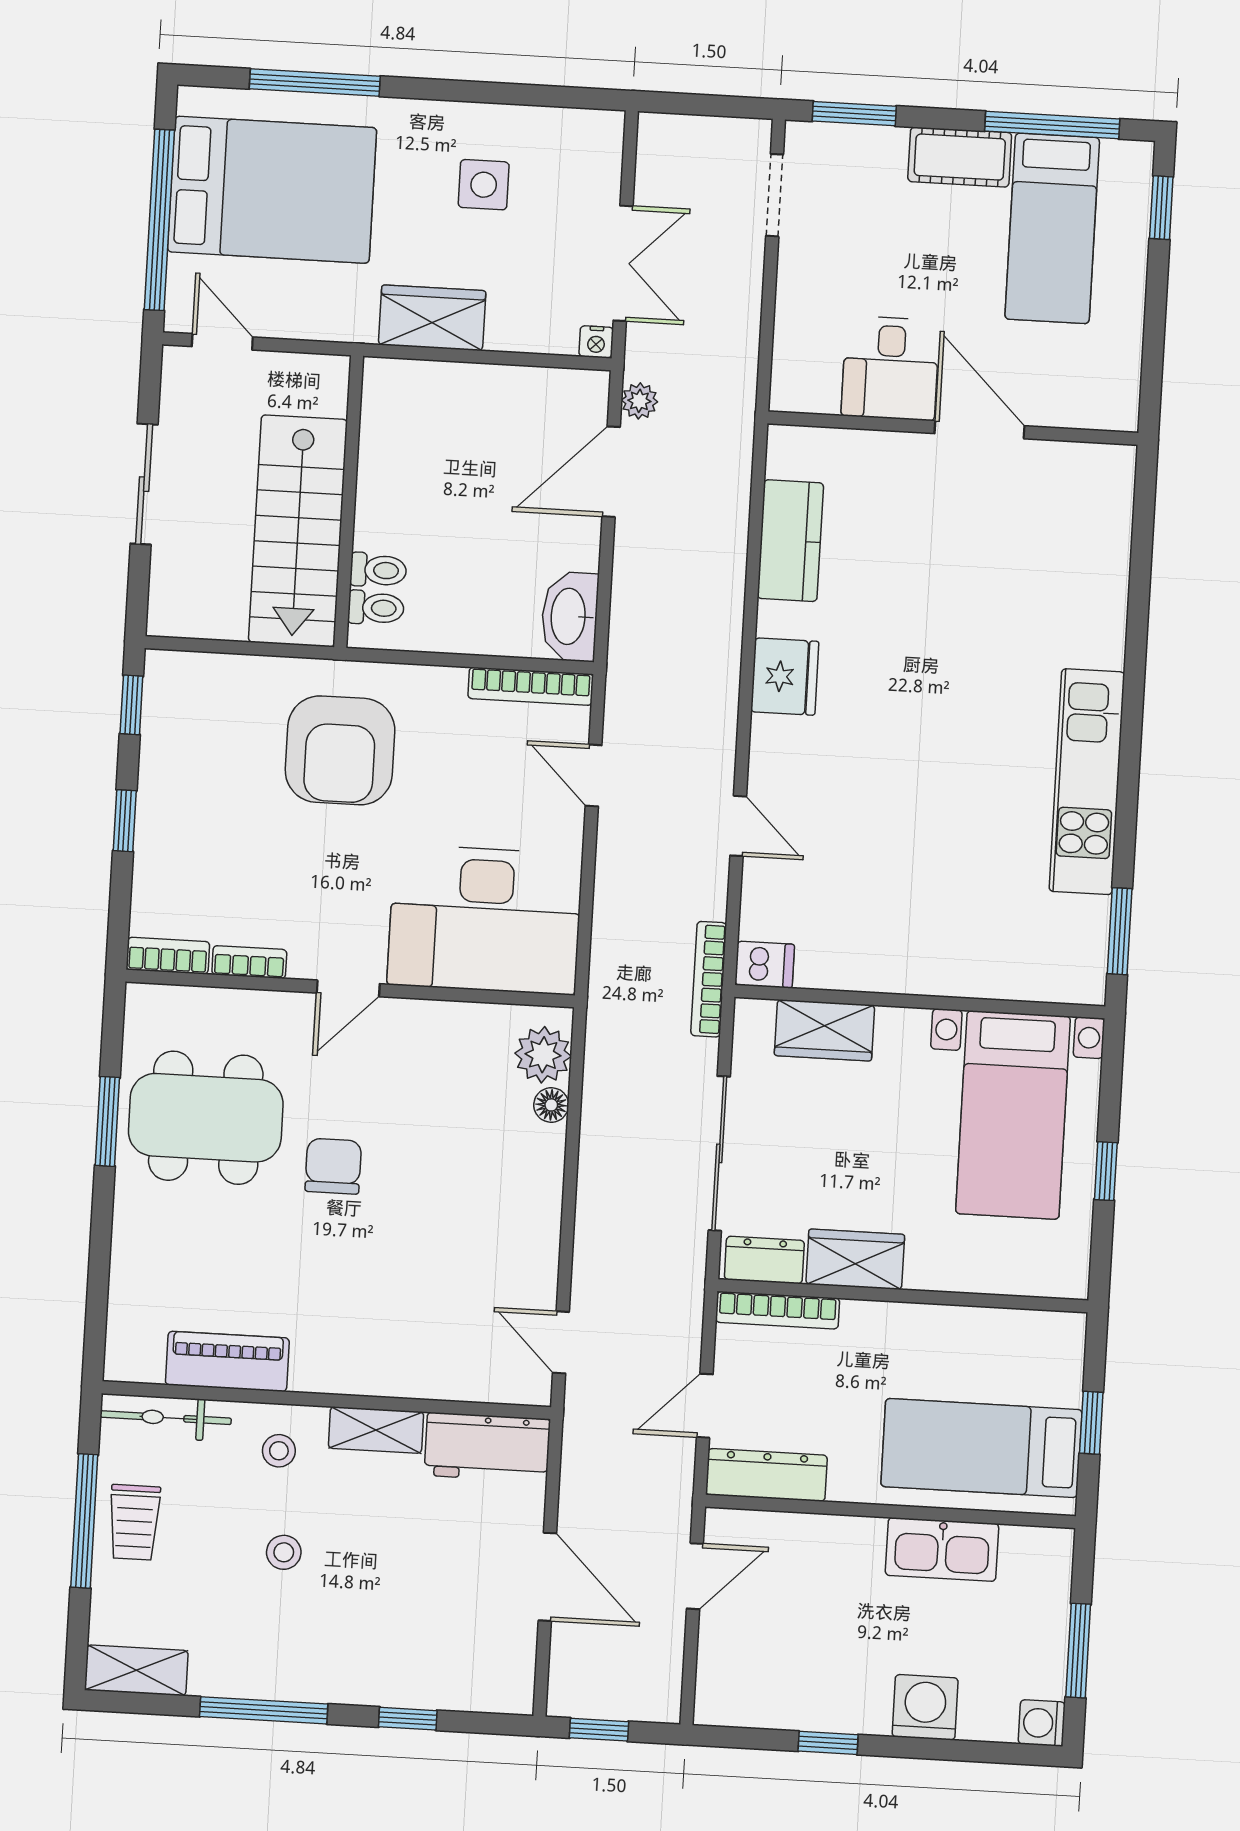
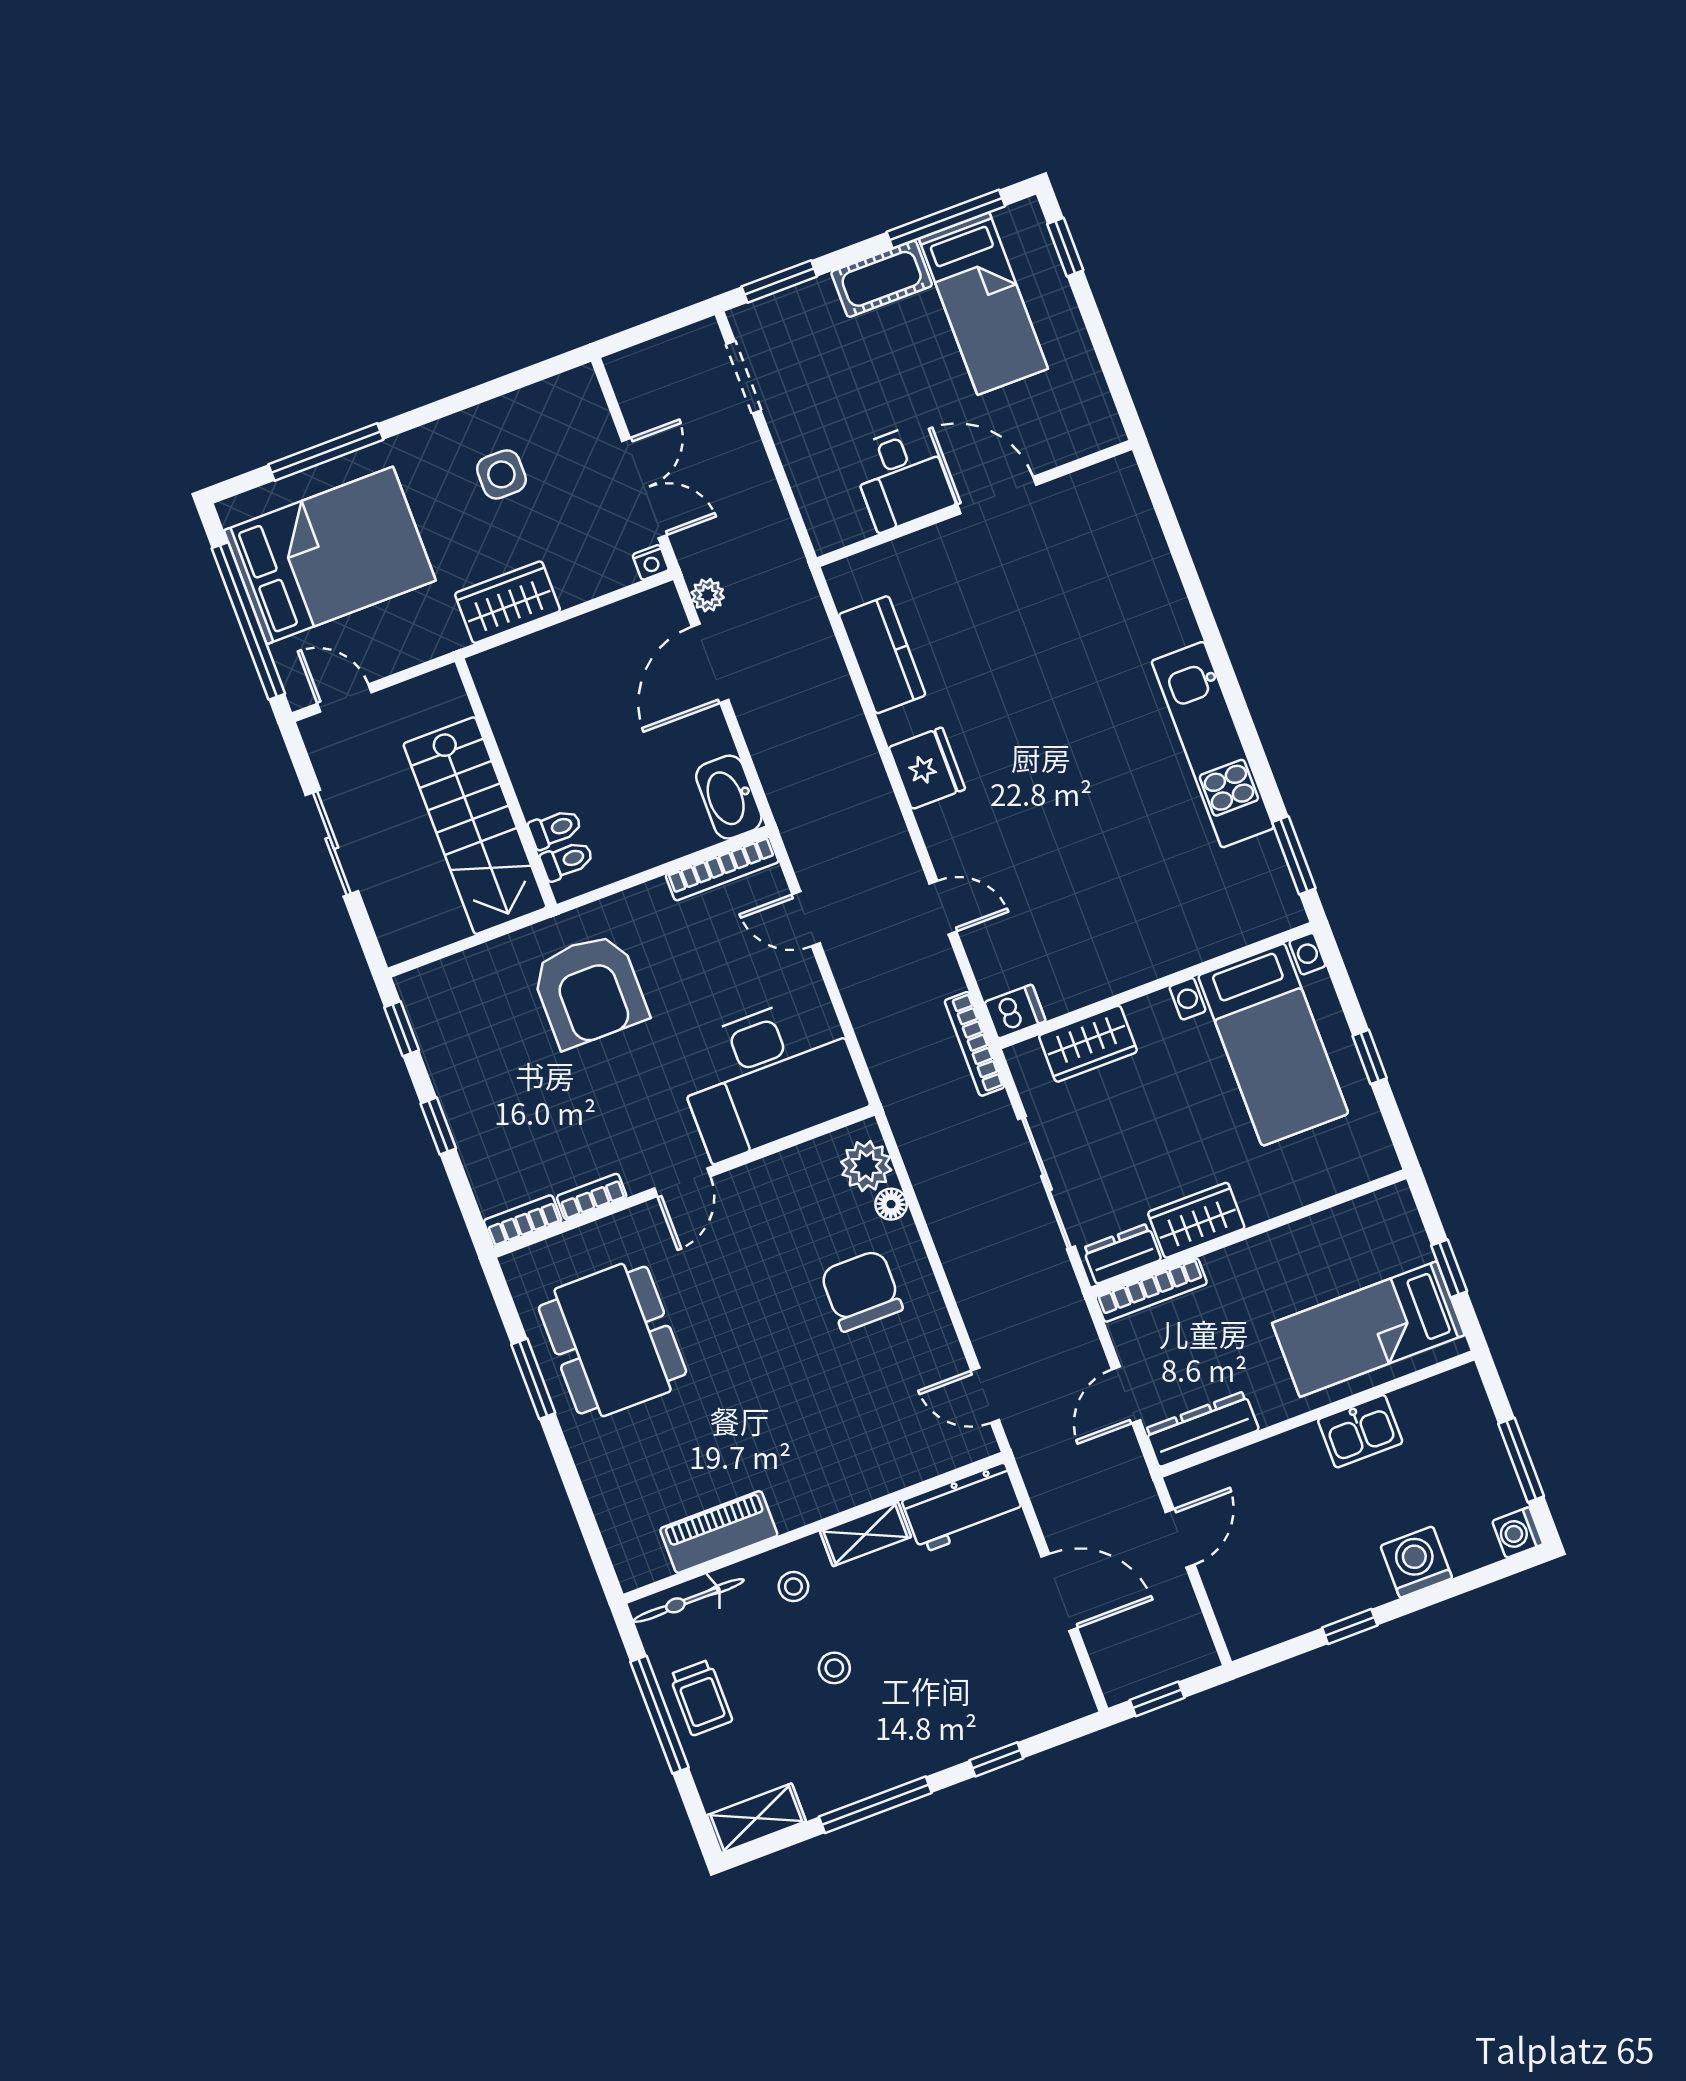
dining table: (206, 1118) -> (613, 1340), turned 90
chair: (333, 1166) -> (861, 1291), moved, width x1.37, depth x1.37
kitchen sink: (942, 1549) -> (1360, 1431), width x0.73

